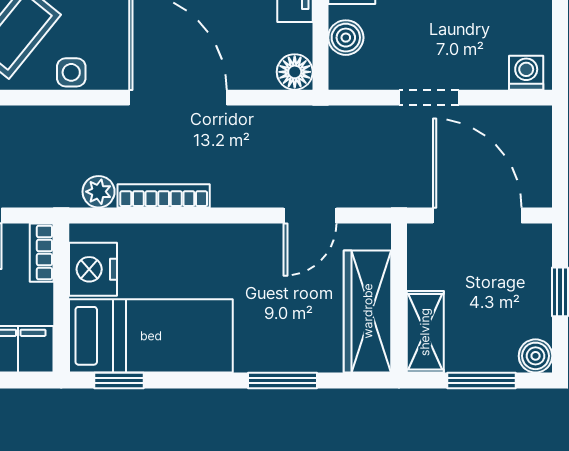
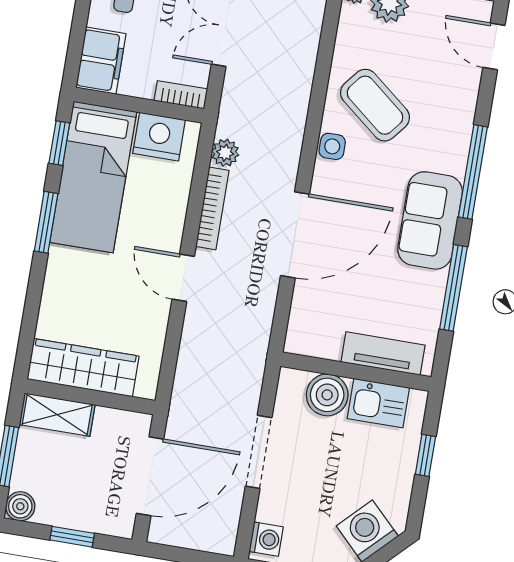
boiler: (346, 38) -> (327, 395), width x1.36, depth x1.36
floor lamp: (295, 72) -> (300, 339), removed
doorway: (429, 98) -> (259, 452), width x1.38
door: (310, 215) -> (183, 278), moved
window: (283, 380) -> (46, 222), moved

